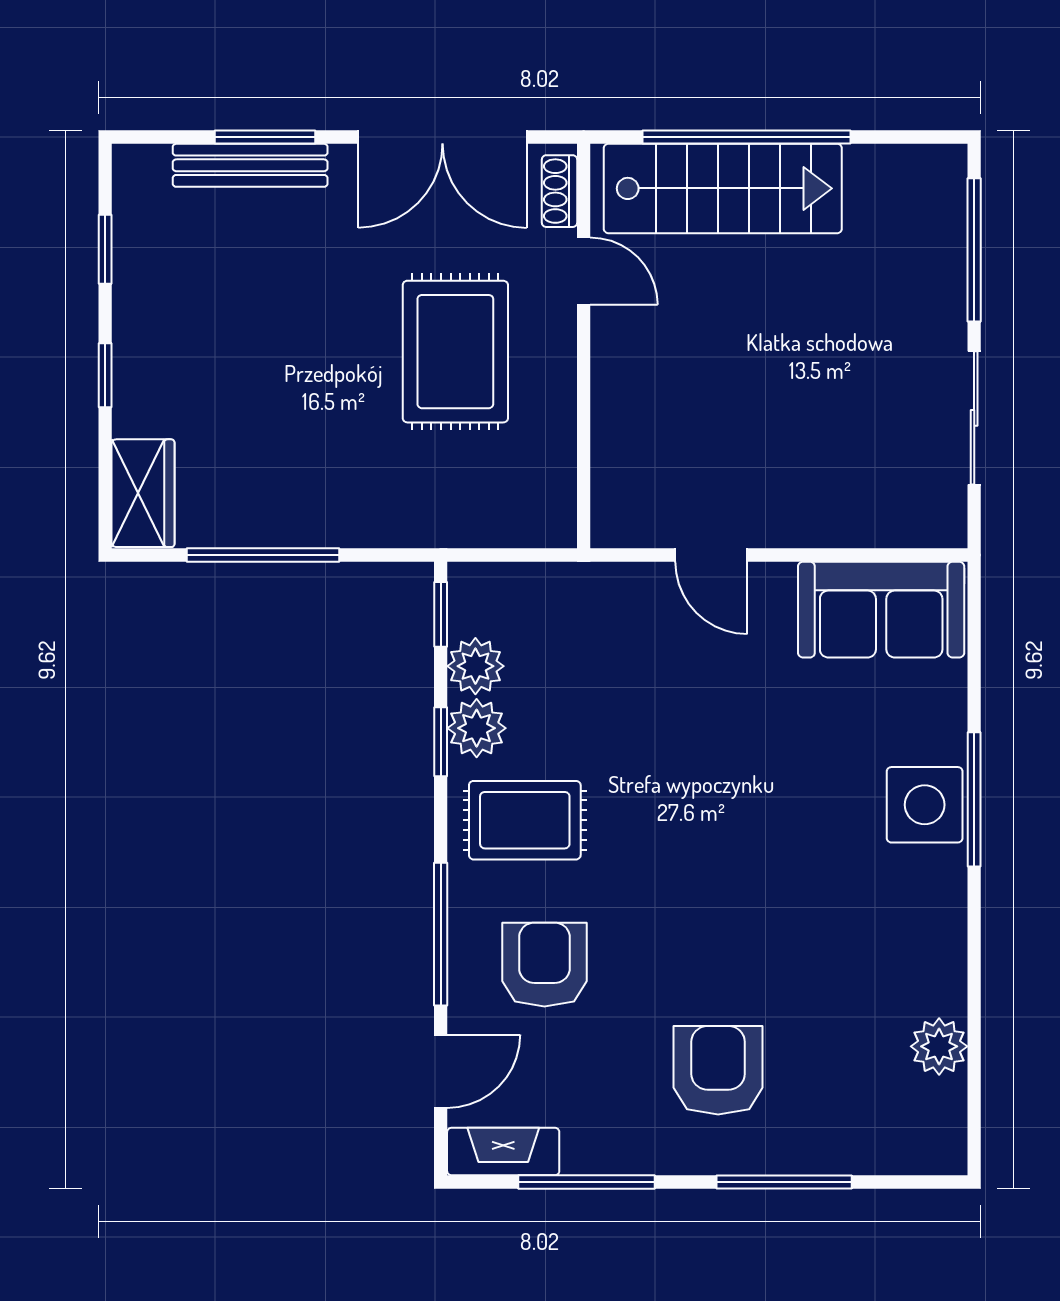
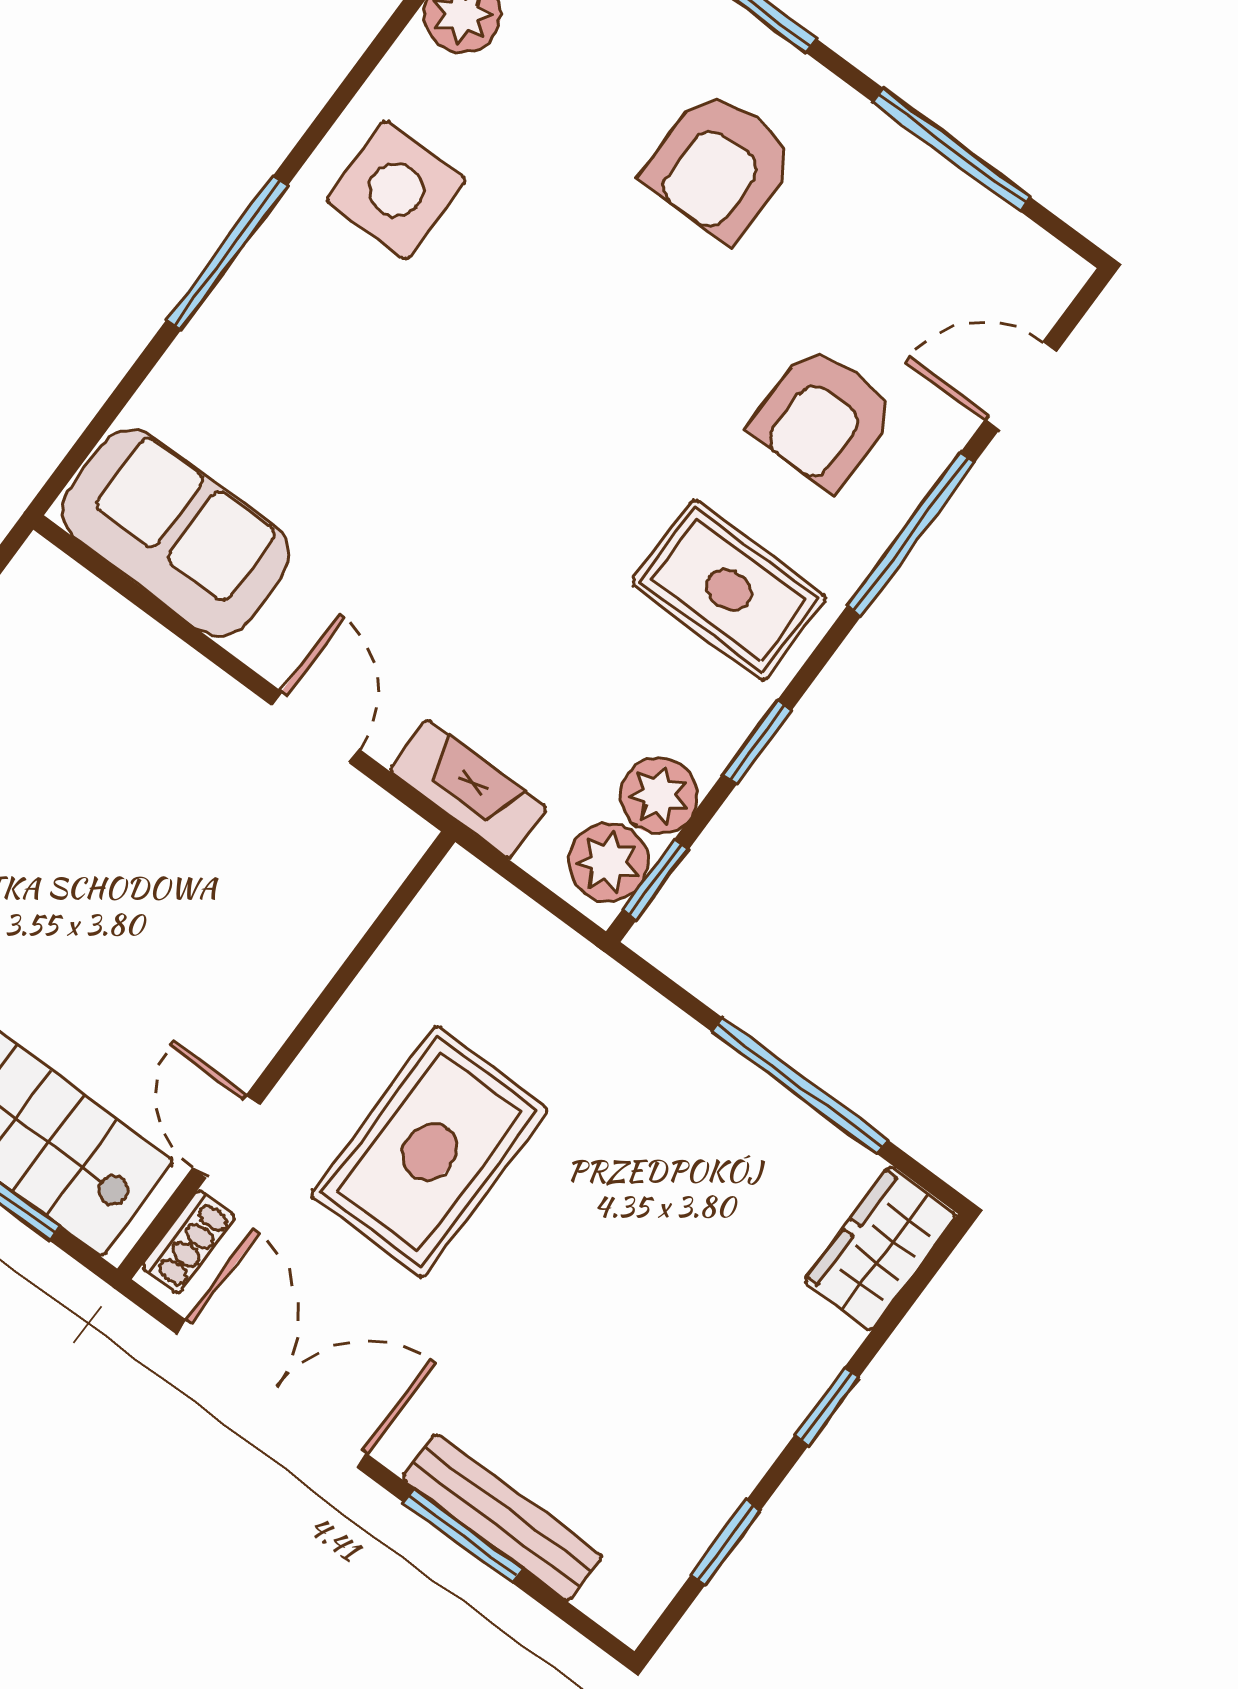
plant: (477, 728) -> (608, 862), moved
side table: (925, 805) -> (396, 190), moved
fireplace: (503, 1152) -> (468, 789), moved, turned 180

